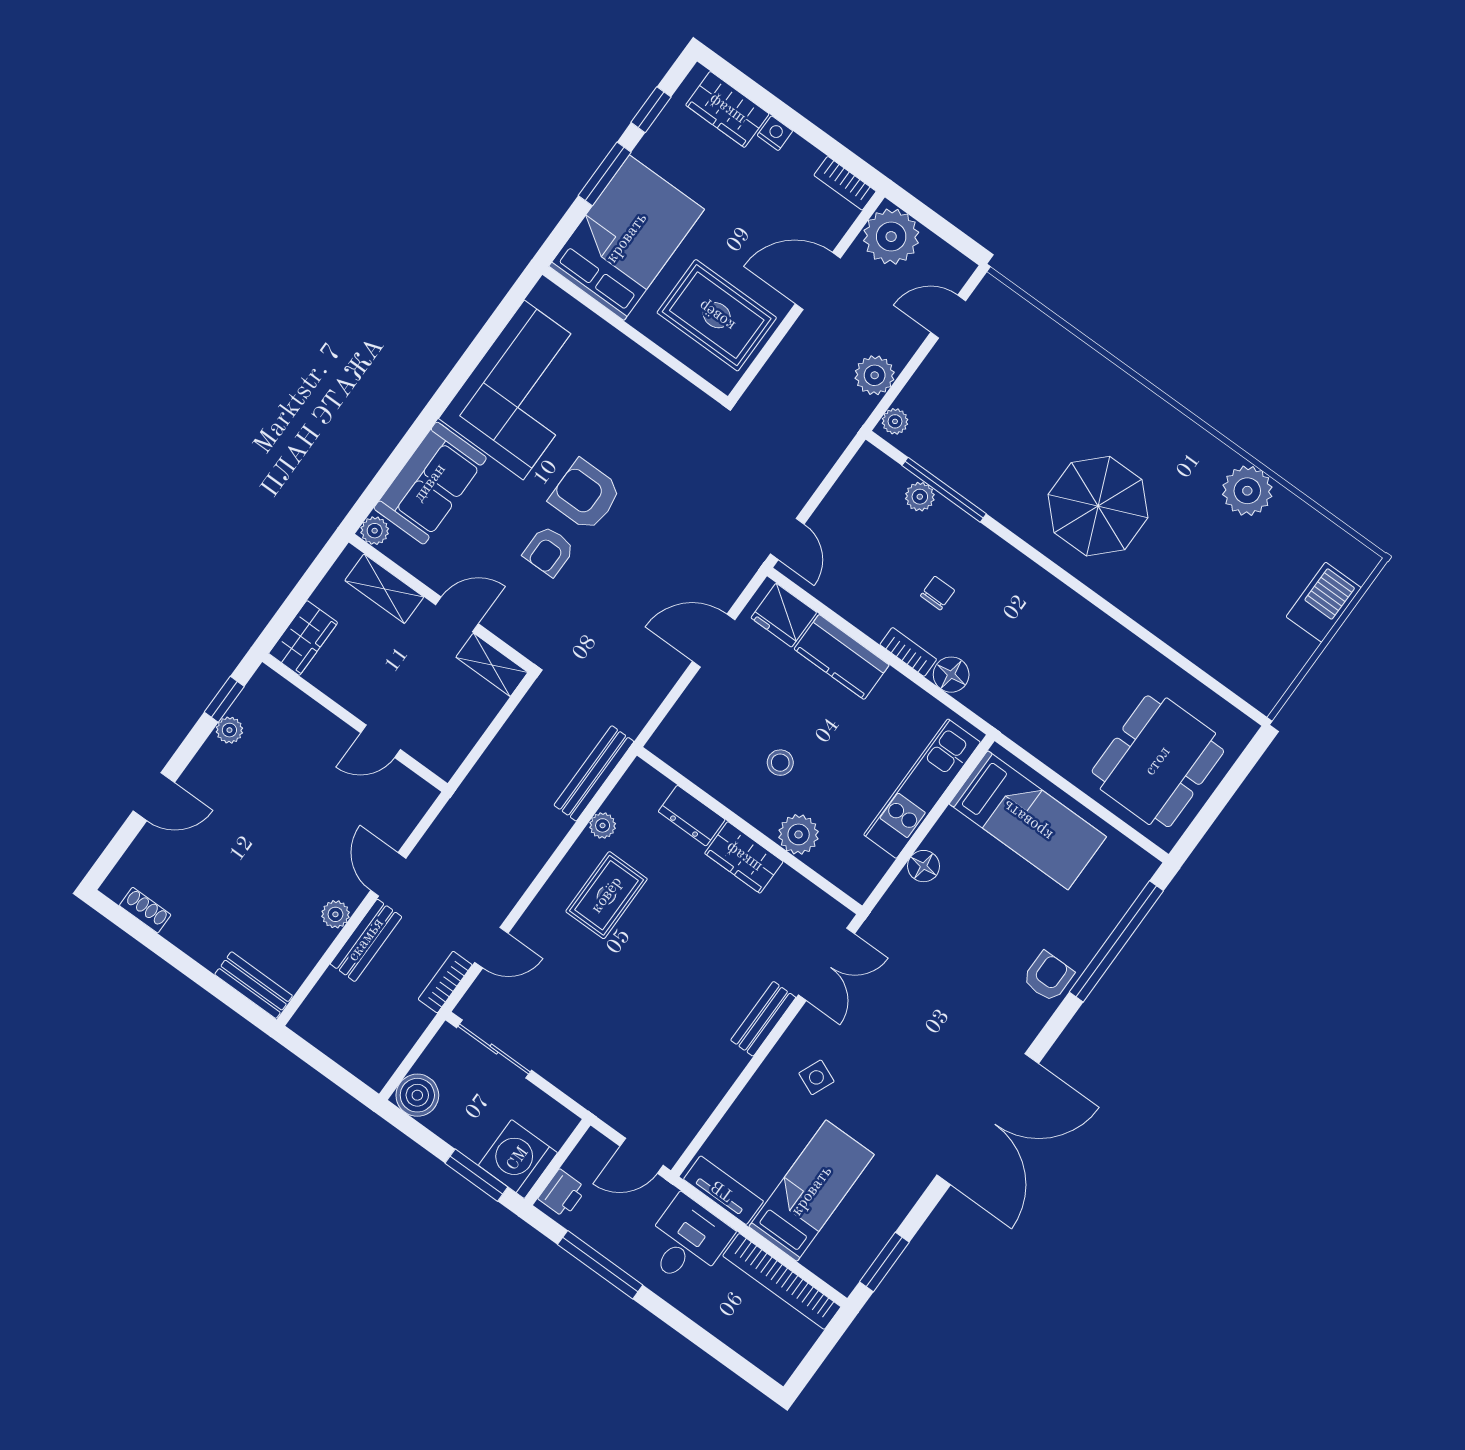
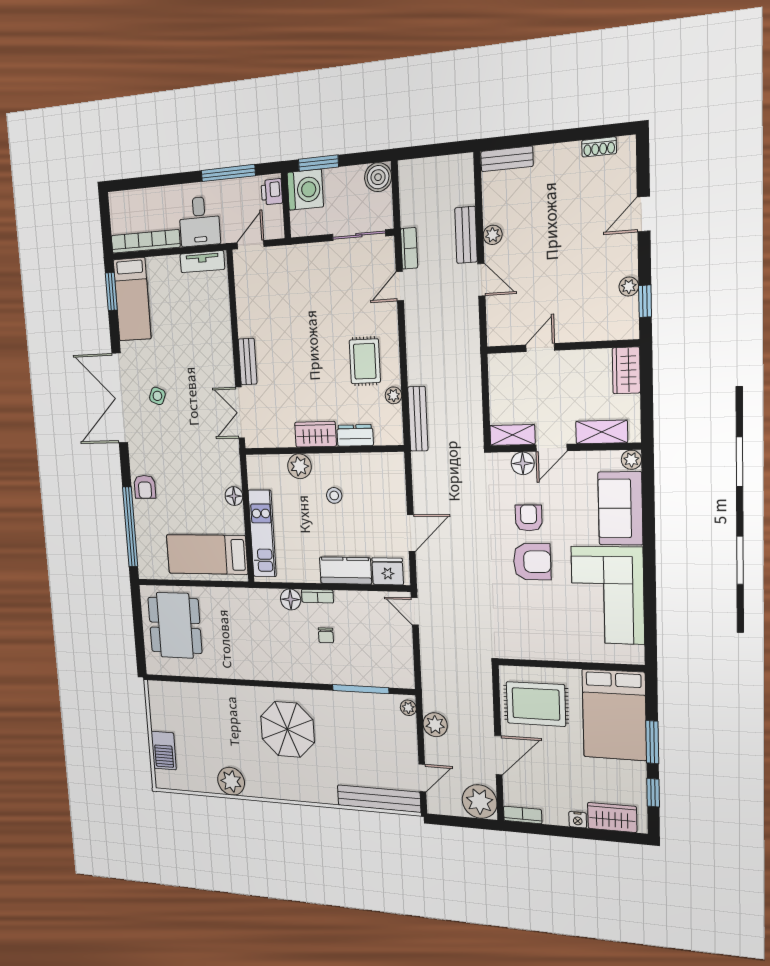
bench: (1035, 328) -> (379, 799), added
plant: (920, 497) -> (369, 678), removed
floor lamp: (506, 622) -> (523, 463), added
side table: (816, 1077) -> (157, 396), moved
bed: (812, 1191) -> (132, 299), moved

